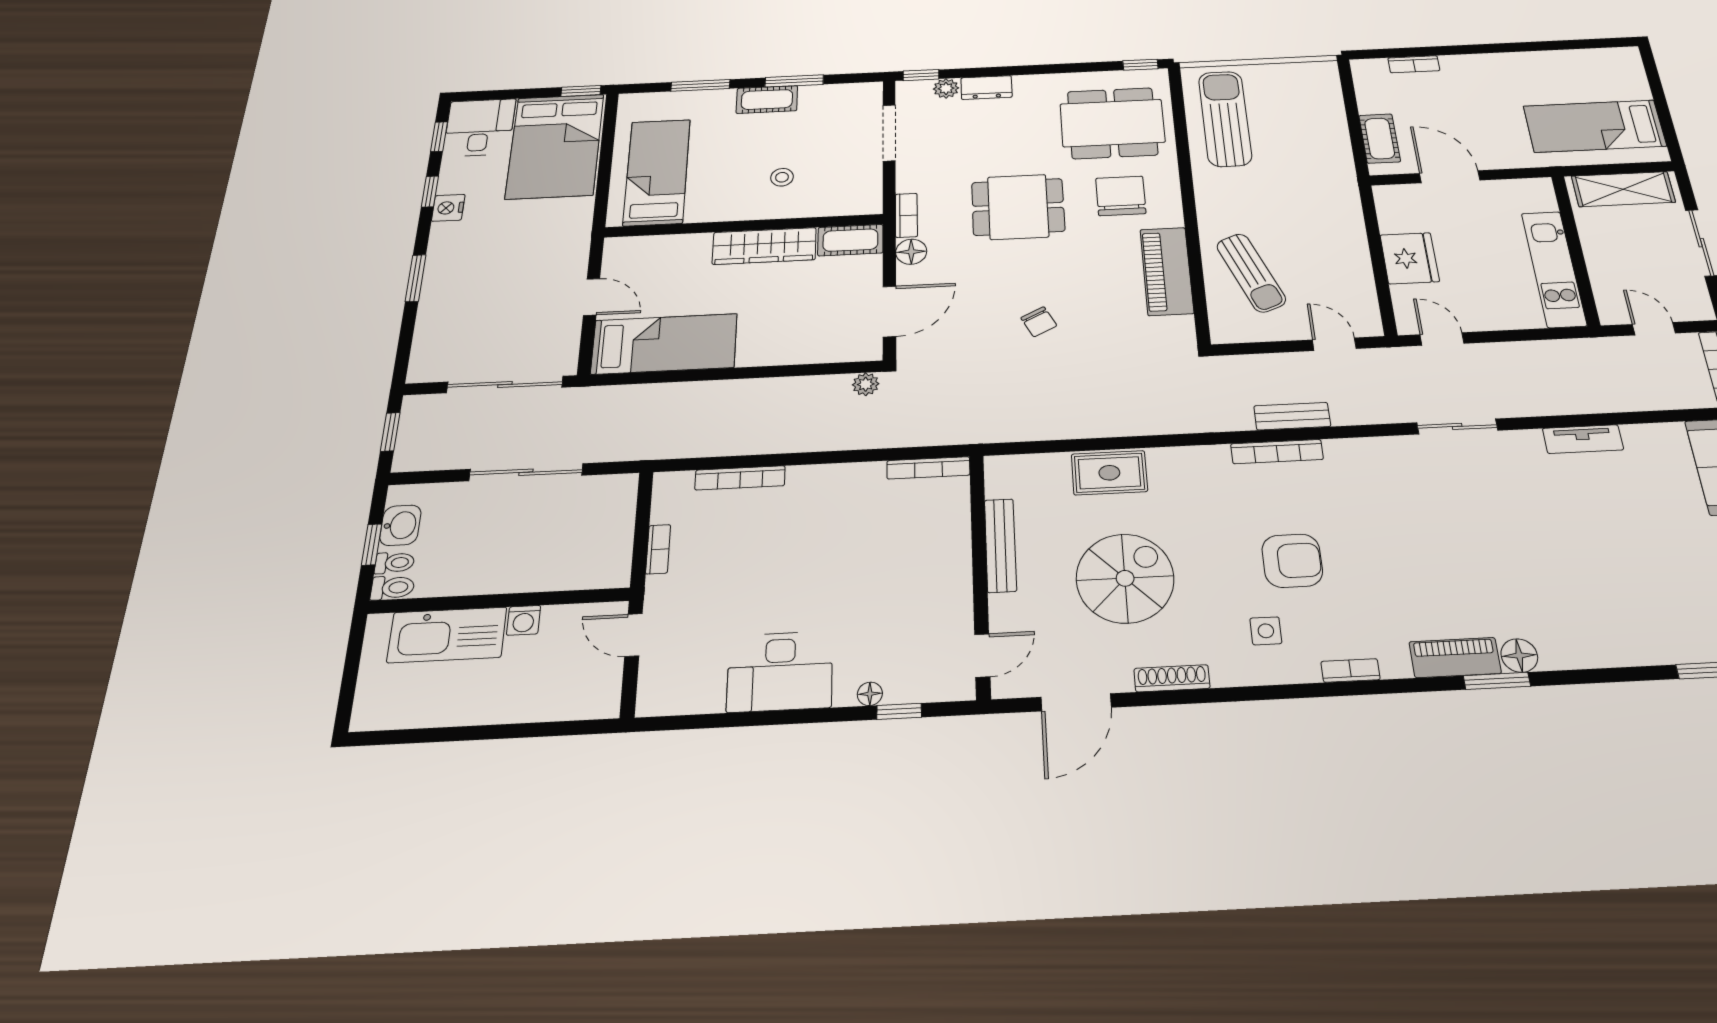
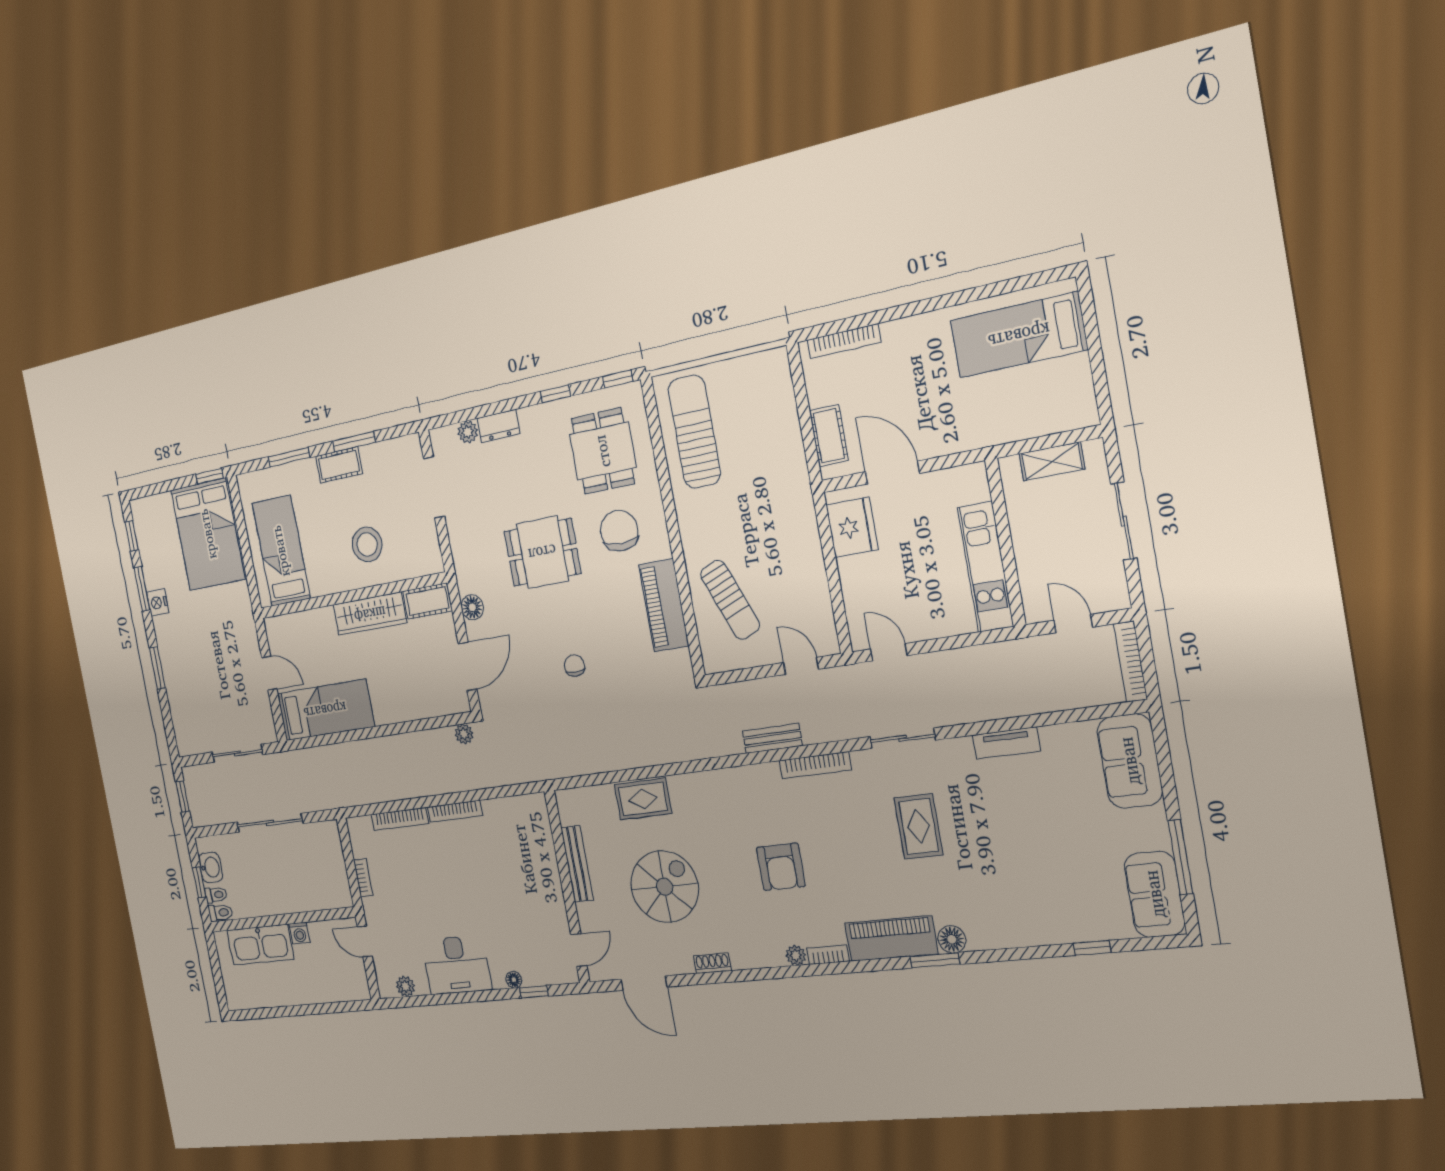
bookcase: (1414, 64) -> (844, 341), width x1.56
window: (921, 75) -> (555, 394), moved
dining table: (1112, 123) -> (603, 451), width x0.73
bed: (1595, 126) -> (1019, 335), moved
desk: (480, 127) -> (154, 523), removed
stool: (782, 177) -> (367, 544), width x1.89, depth x1.89
shelving: (1623, 189) -> (1052, 461), width x0.67, depth x0.75
window: (430, 192) -> (142, 589), width x1.50
bookcase: (906, 215) -> (462, 571), removed
fridge: (1410, 258) -> (852, 527), moved
chair: (1039, 322) -> (574, 666), turned -153
sliding door: (505, 385) -> (237, 753), width x0.73
bookcase: (1277, 452) -> (815, 765), moved
bookcase: (928, 468) -> (455, 811), moved
rug: (1476, 522) -> (919, 826), added
armchair: (1292, 561) -> (781, 867), turned 90
side table: (1266, 631) -> (766, 925), removed
piano: (1455, 658) -> (891, 939), width x1.37, depth x1.33
plant: (1305, 670) -> (796, 955), added
shoe rack: (1172, 678) -> (712, 963), width x0.70
plant: (685, 700) -> (405, 986), added
door: (1076, 702) -> (644, 983), hinge flipped

